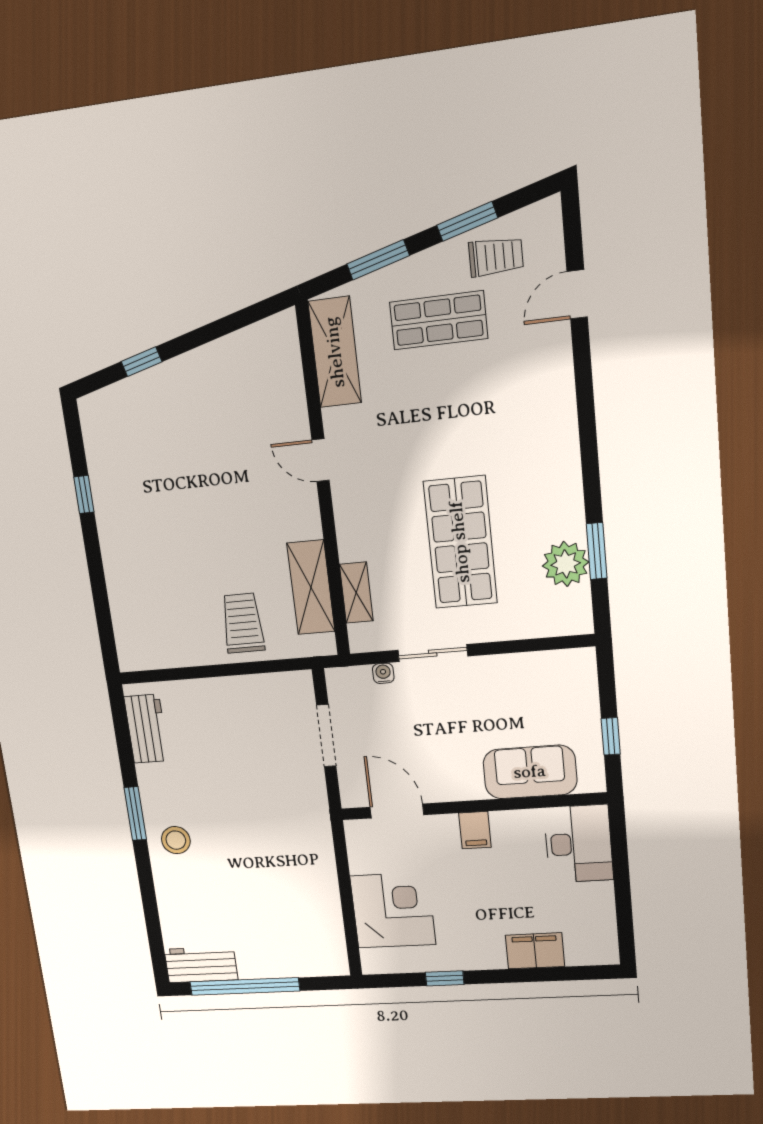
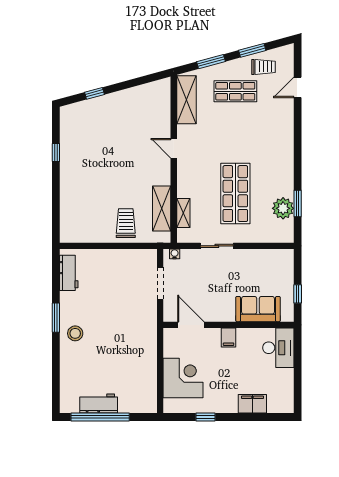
water cooler: (383, 673) -> (175, 254), moved
workbench: (201, 965) -> (99, 403), moved

